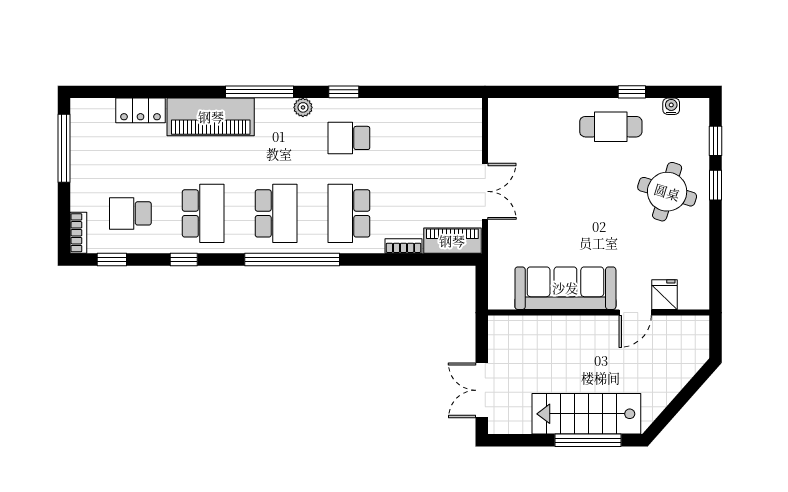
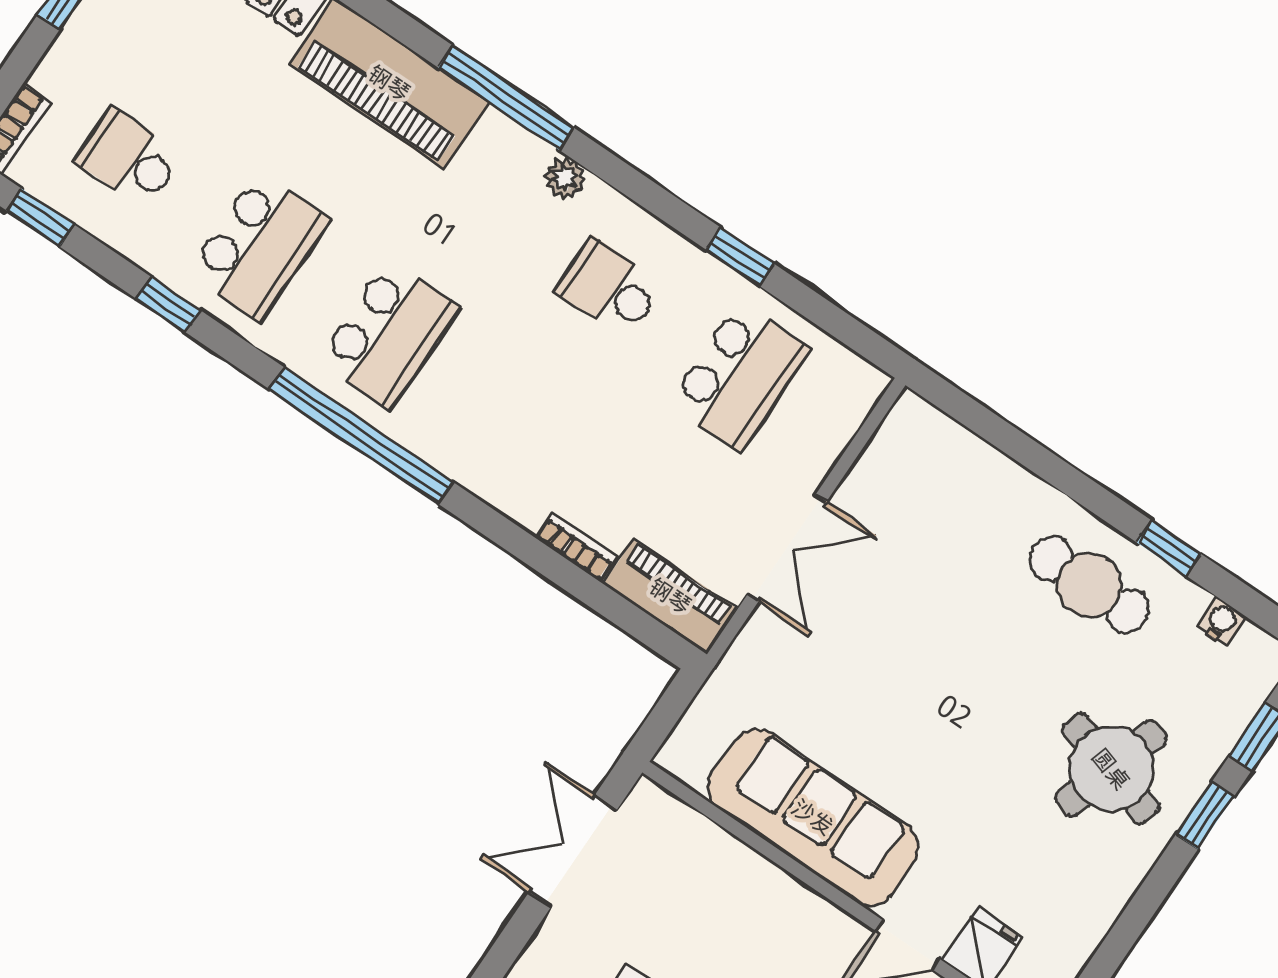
window: (344, 92) -> (740, 257), moved
school desk: (349, 213) -> (739, 376), moved, turned 180
double door: (482, 390) -> (573, 851), moved

